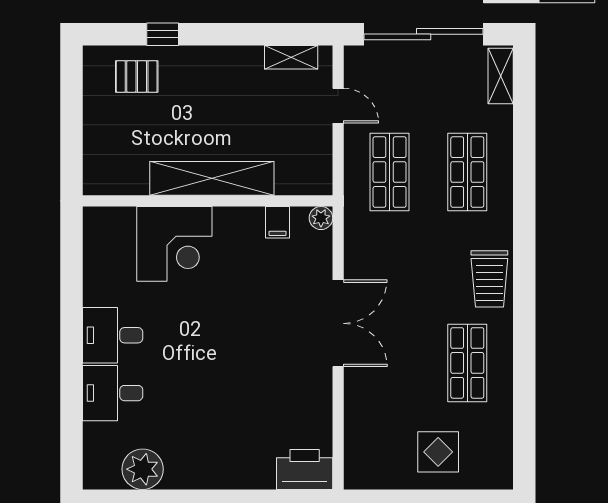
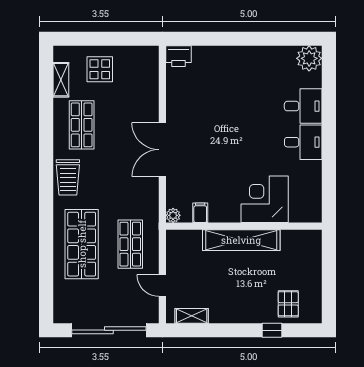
shelving: (501, 76) -> (61, 80), moved
pallet: (137, 77) -> (288, 304), turned 90
shop shelf: (467, 172) -> (82, 244), width x1.43, depth x1.36
trolley: (489, 279) -> (68, 177), turned 180
plant: (143, 469) -> (309, 58), moved
printer: (305, 470) -> (179, 56), width x0.73, depth x0.84

